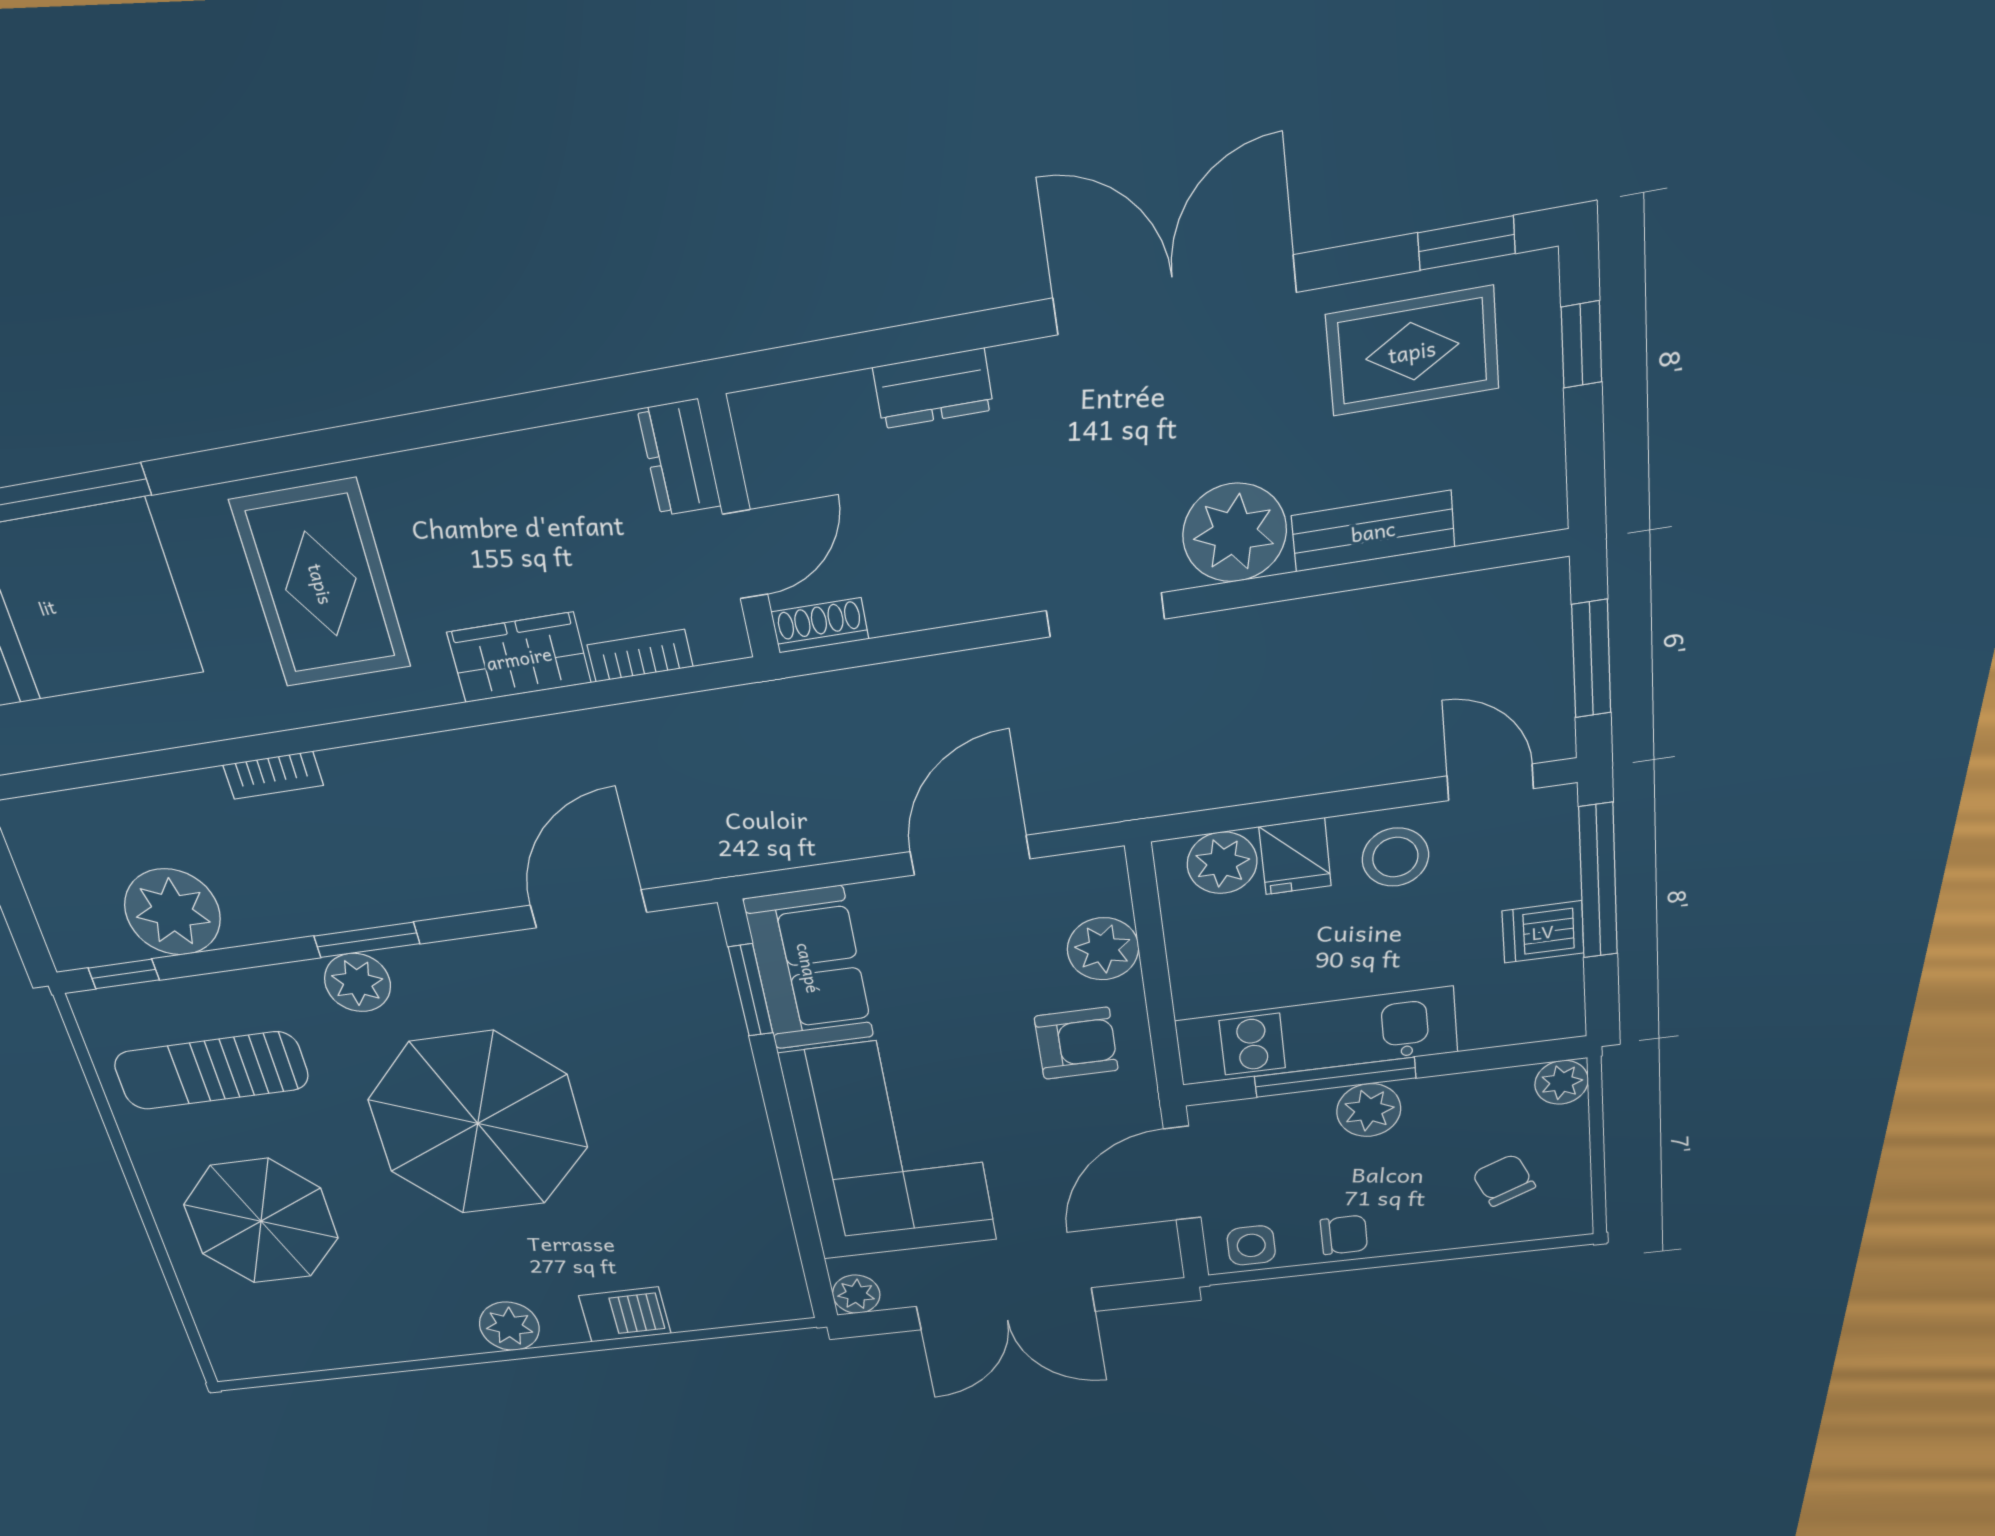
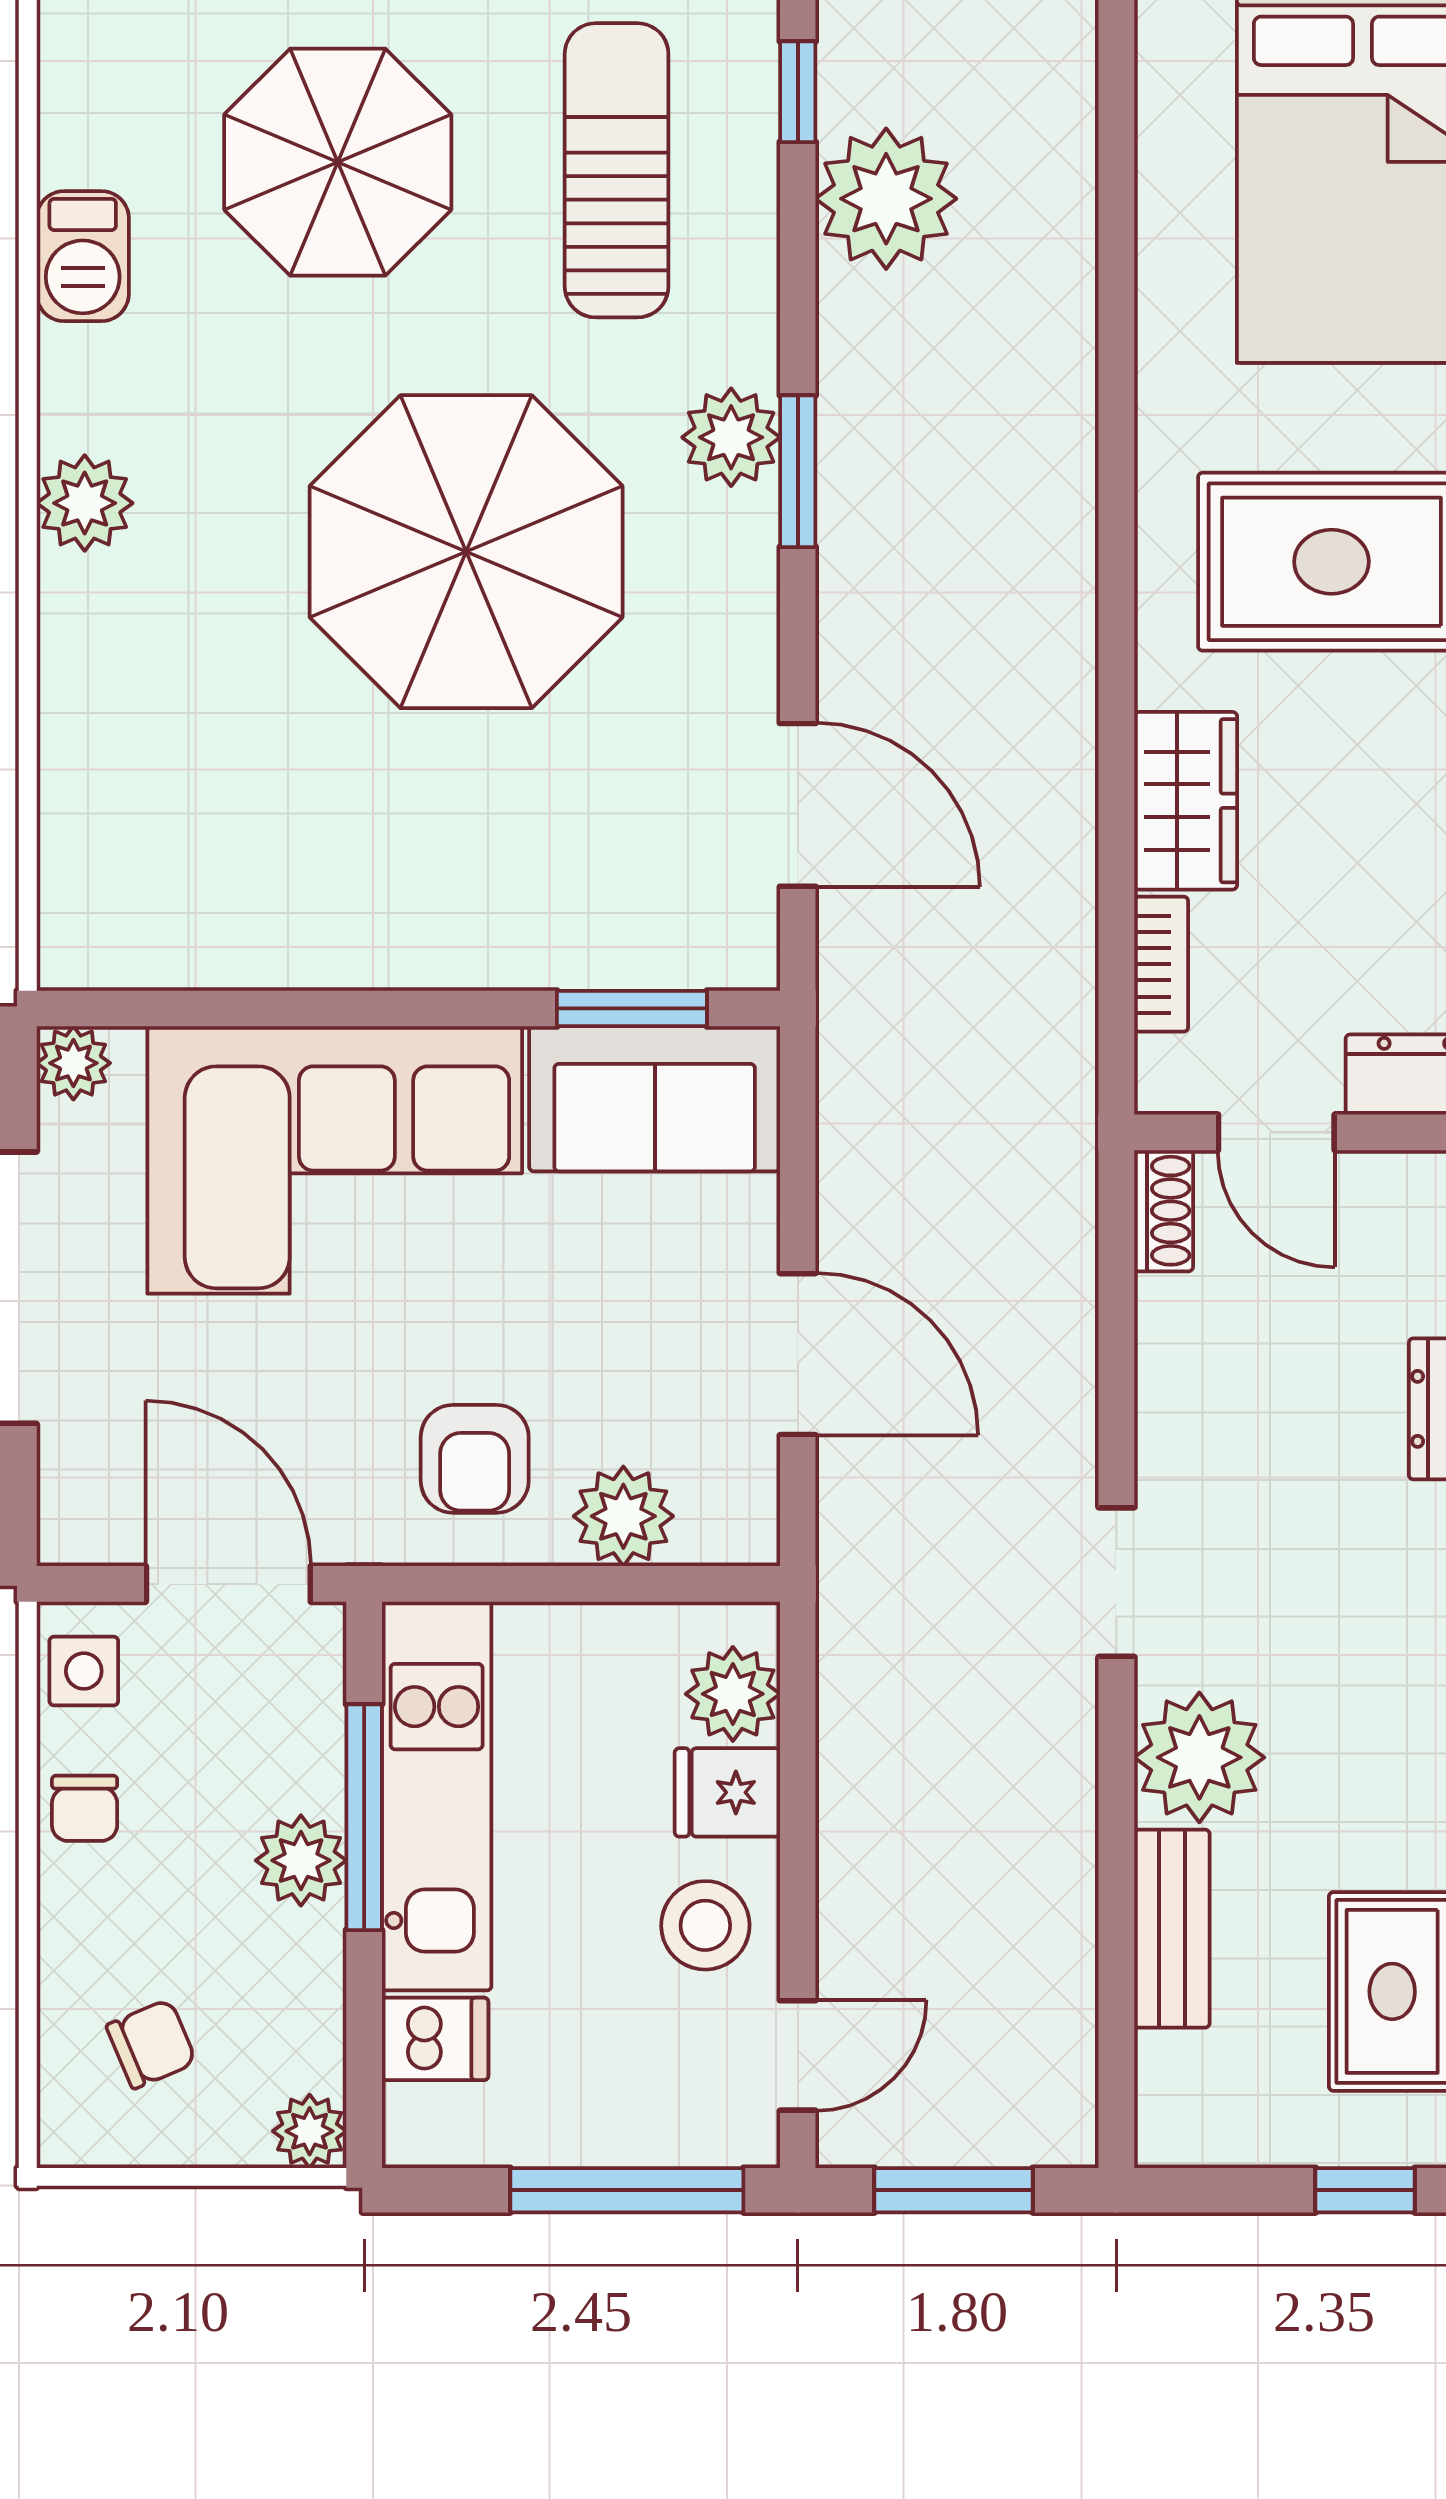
bookcase: (273, 775) -> (1072, 413), removed
dishwasher: (1543, 932) -> (435, 2039), moved, turned 90
barbecue: (625, 1315) -> (83, 256), moved

